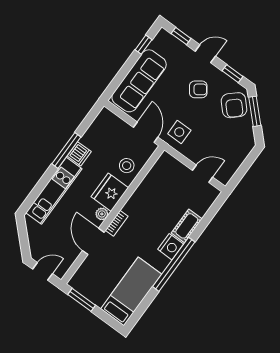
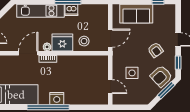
window: (181, 36) -> (178, 19), removed
sofa: (139, 81) -> (136, 14), width x0.73
side table: (179, 132) -> (132, 73), moved
cot: (187, 226) -> (75, 99), removed

